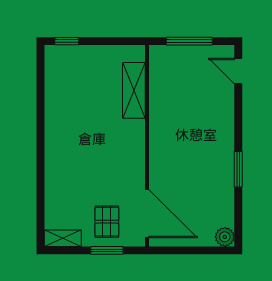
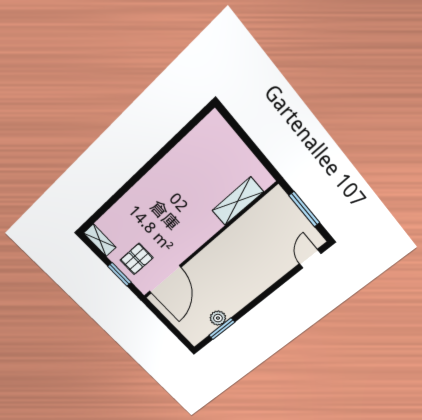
window: (67, 41) -> (232, 122), removed
window: (238, 169) -> (222, 329), moved
plant: (225, 237) -> (218, 318), moved

